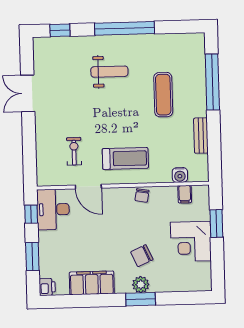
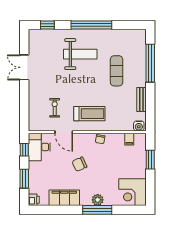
weight bench: (109, 72) -> (80, 54), width x1.36, depth x1.33
water cooler: (180, 175) -> (139, 126), moved
corner desk: (191, 241) -> (133, 192), moved
chair: (142, 256) -> (79, 164), moved
window: (141, 299) -> (97, 210), width x1.44

